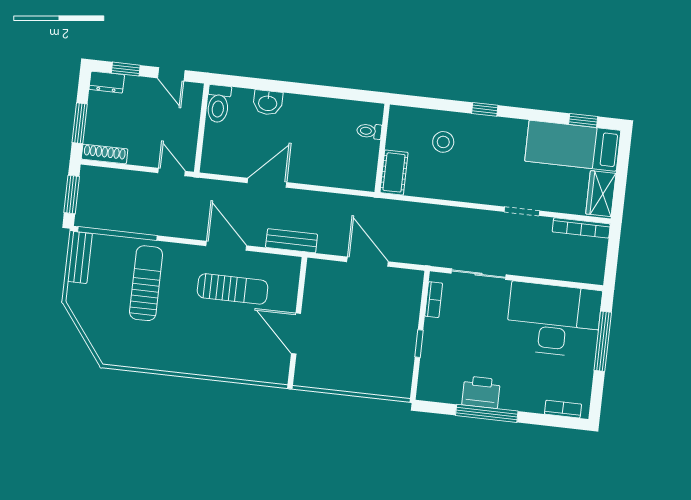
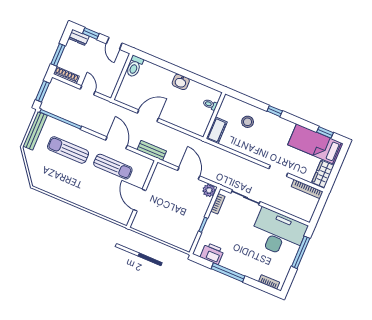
washbasin: (268, 103) -> (181, 82), moved
door: (172, 172) -> (88, 90), moved
bench: (80, 258) -> (35, 131), width x1.36
plant: (412, 281) -> (209, 190), added
sun lounger: (146, 283) -> (68, 150), turned -90
printer: (481, 392) -> (212, 253), moved

